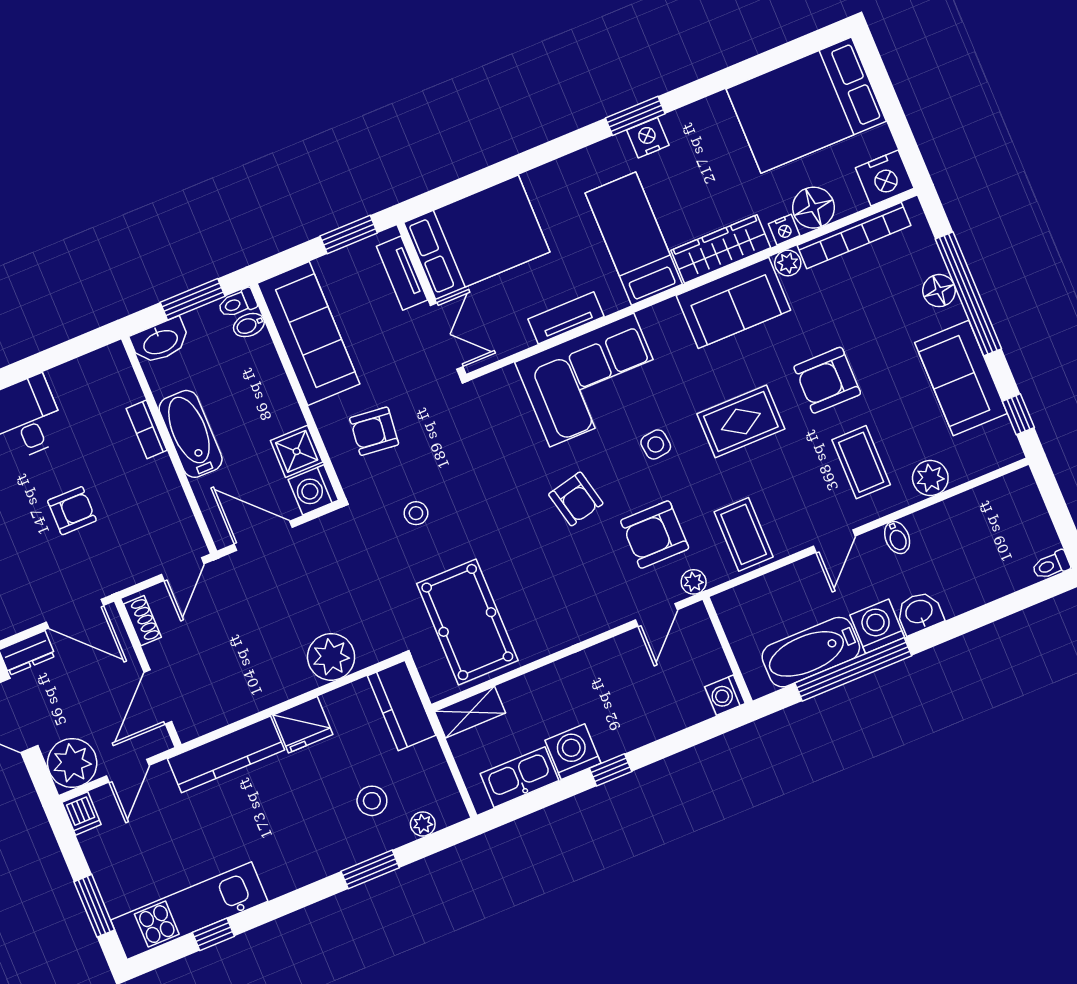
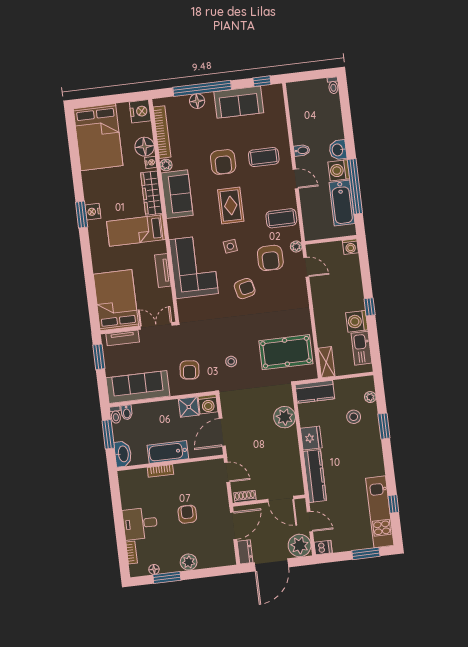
plant: (930, 478) -> (279, 128), removed

